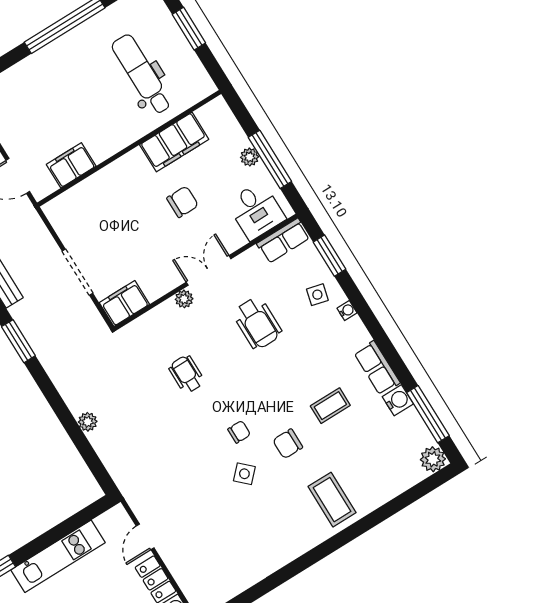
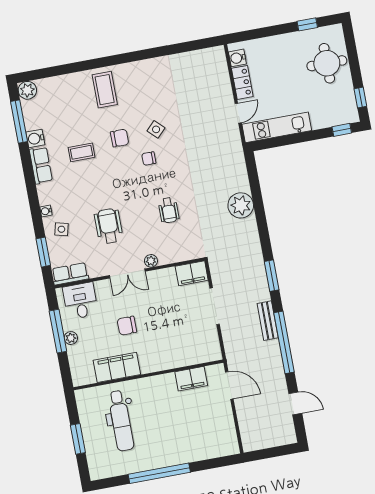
plant: (88, 422) -> (241, 205), width x1.88, depth x1.88
kitchen unit: (58, 556) -> (277, 127), moved

